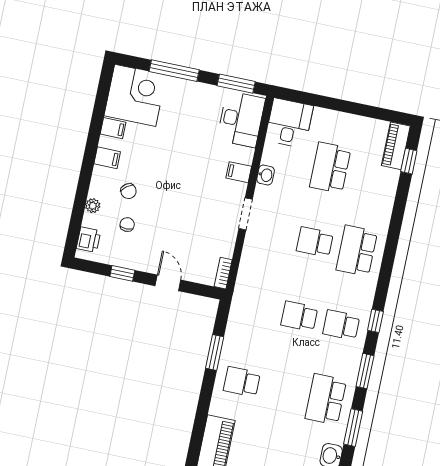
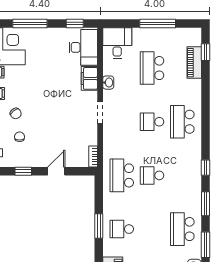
window: (236, 84) -> (75, 23), width x0.67
window: (351, 108) -> (158, 23), added
piano: (396, 146) -> (194, 63), moved
filing cabinet: (239, 172) -> (89, 78), width x2.00
door: (168, 283) -> (56, 171), hinge flipped
school desk: (341, 325) -> (122, 175), moved, width x1.85
window: (215, 353) -> (99, 226), moved

